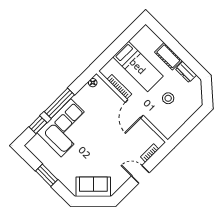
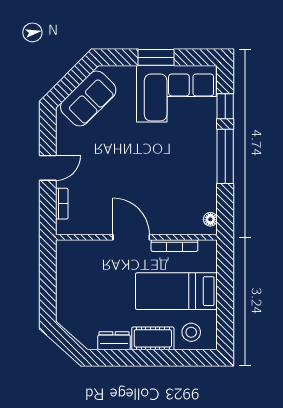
stool: (168, 98) -> (191, 332), moved
corner sofa: (66, 128) -> (176, 94), moved, turned -90

